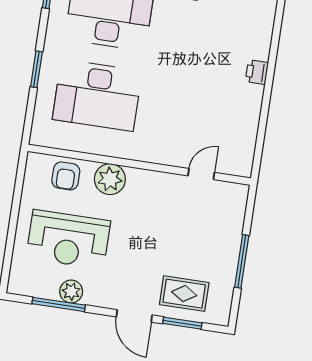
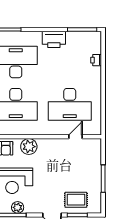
printer: (257, 72) -> (96, 60), moved
desk: (200, 111) -> (70, 104), added

